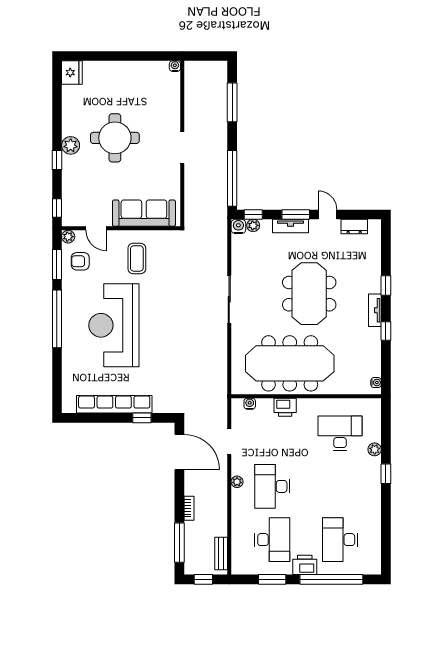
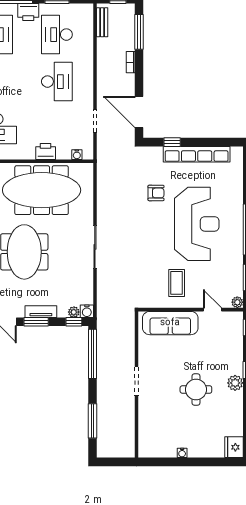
water cooler: (175, 66) -> (182, 453), moved
round table: (115, 138) -> (196, 390), width x0.73, depth x0.73
armchair: (80, 261) -> (156, 193), moved
plant: (237, 482) -> (88, 86), removed

